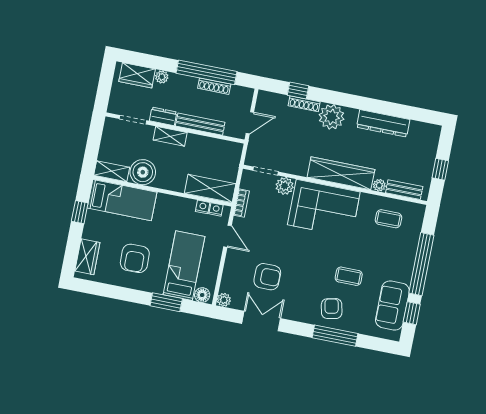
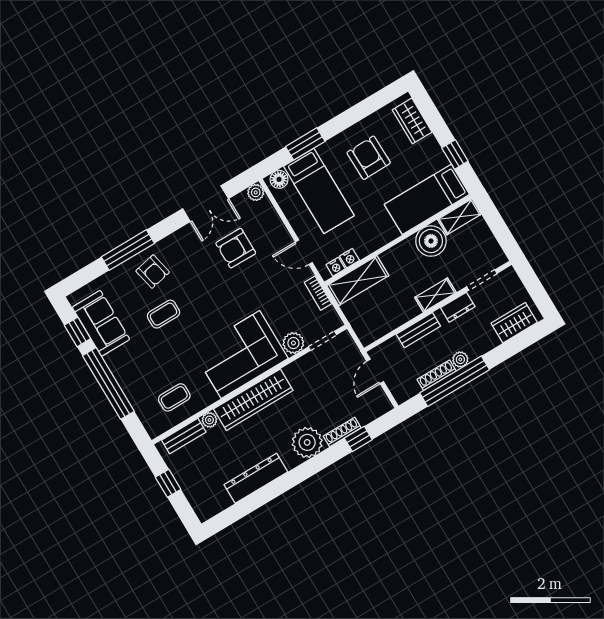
plant: (162, 77) -> (460, 359), moved
bench: (200, 124) -> (418, 330), width x0.73

